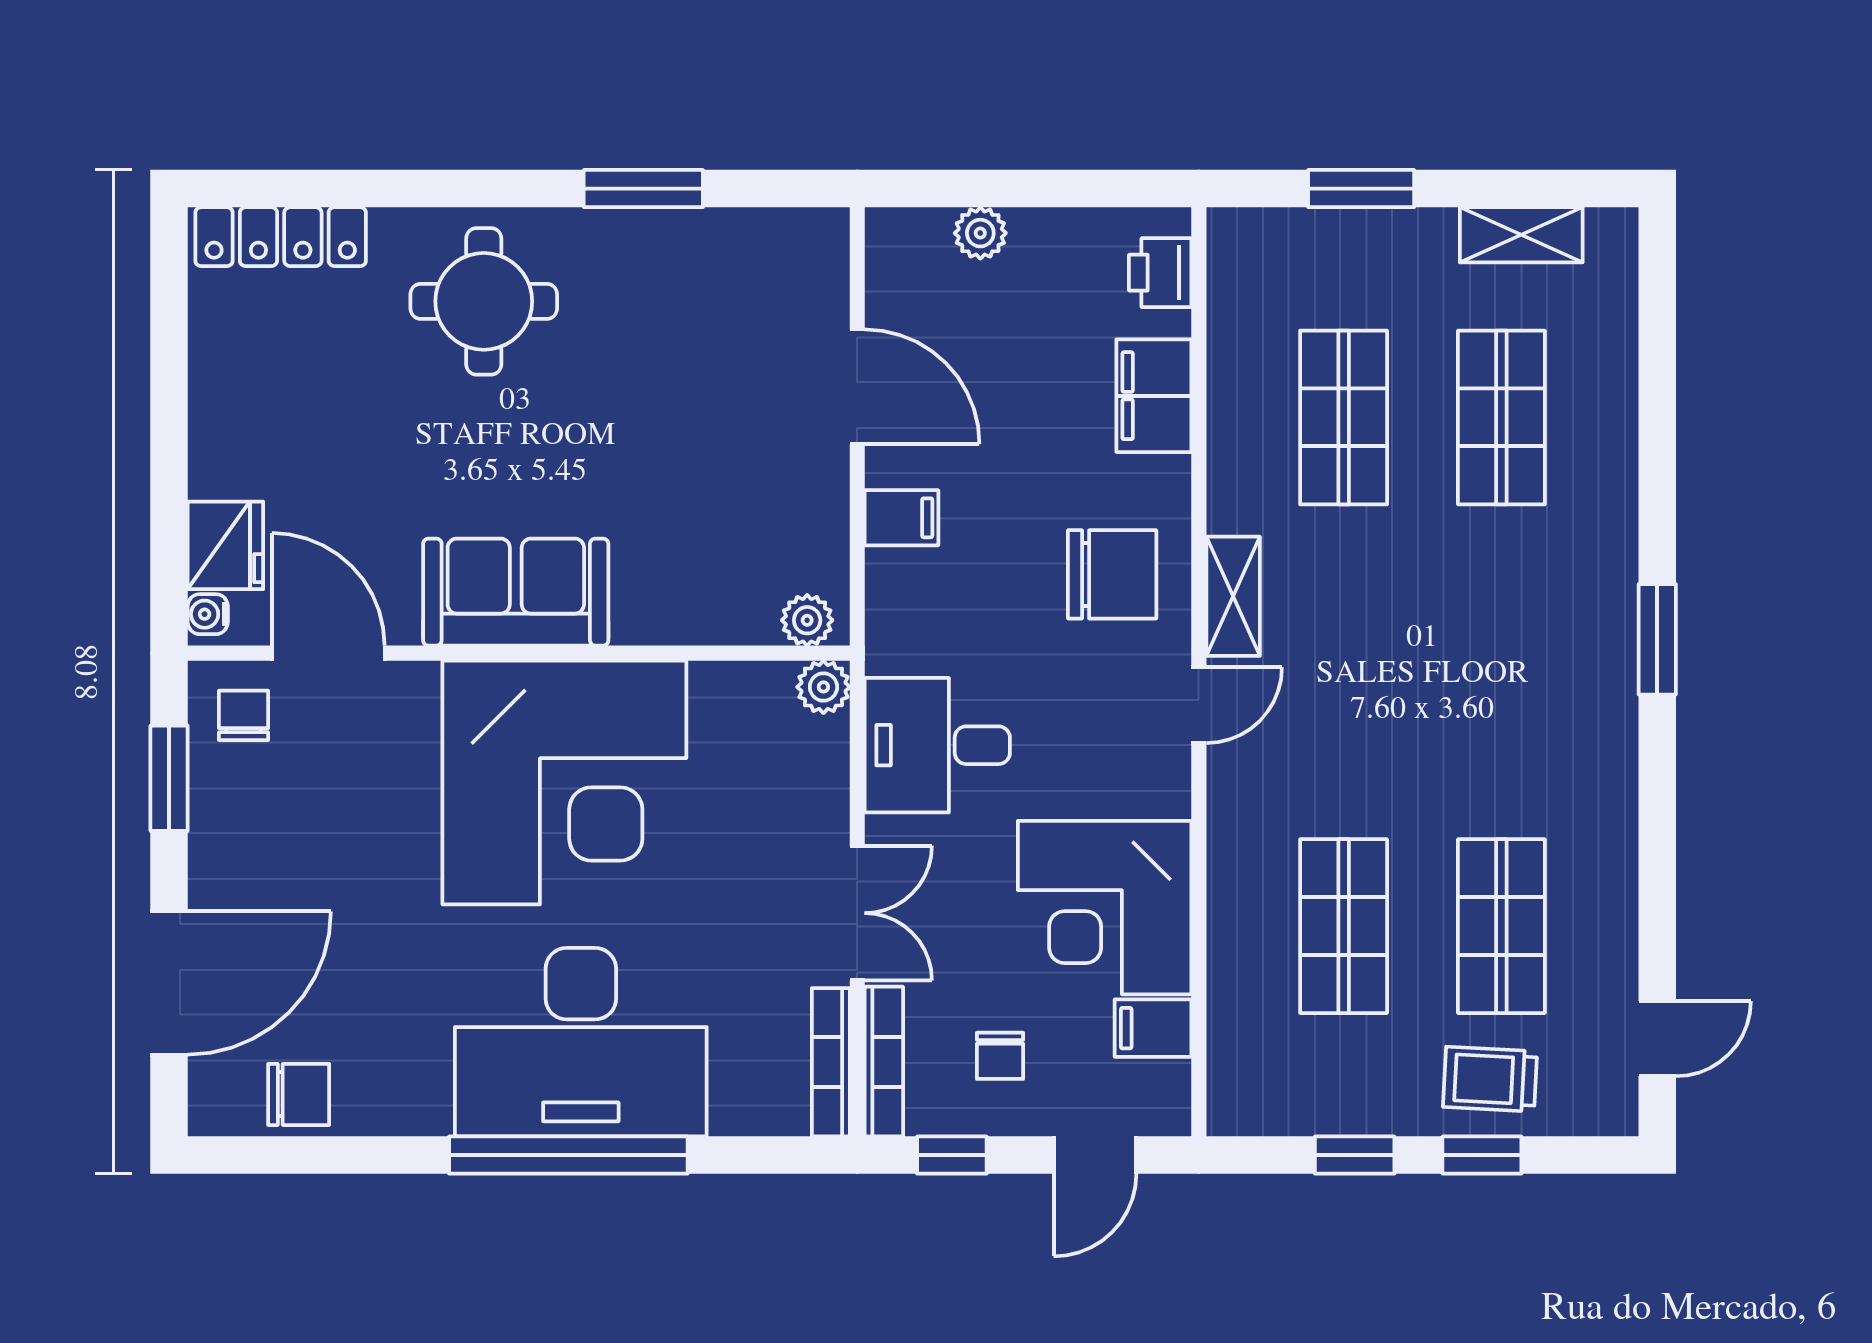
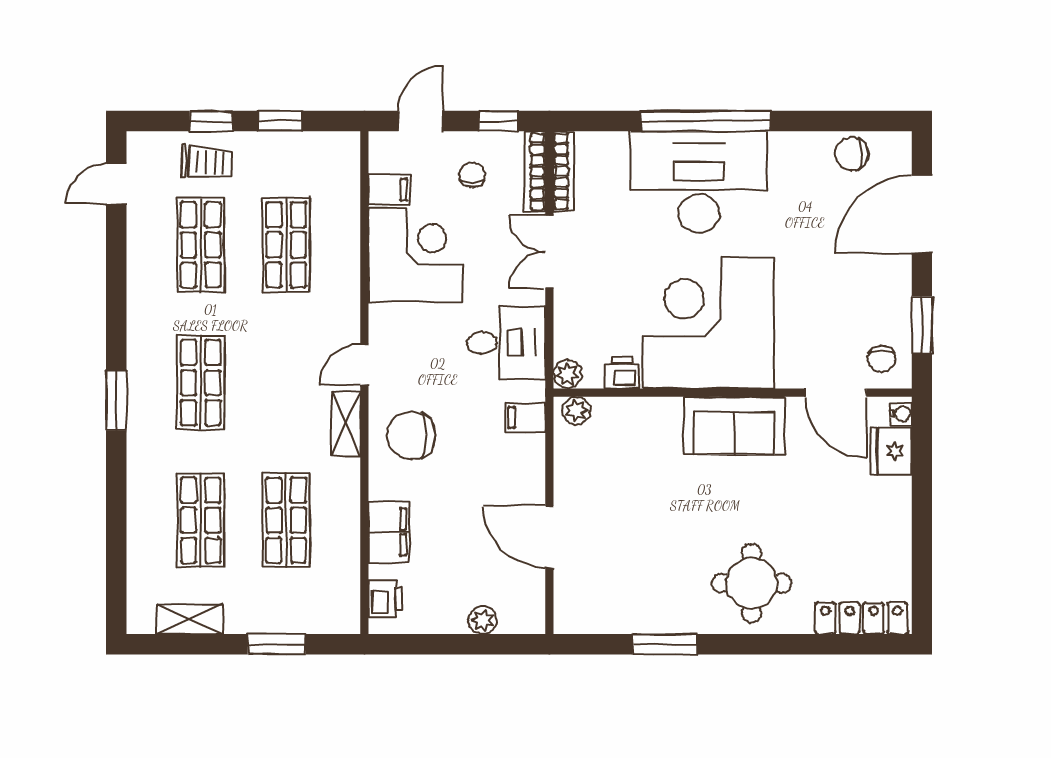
filing cabinet: (902, 518) -> (525, 417), moved
shop shelf: (1501, 672) -> (201, 383), added
printer: (723, 690) -> (622, 373), added

